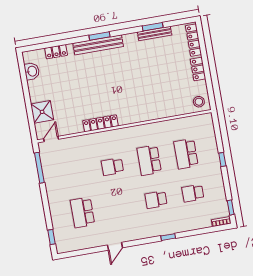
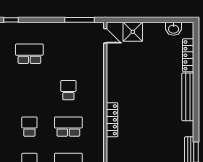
window: (100, 36) -> (196, 100), removed
locker: (56, 52) -> (188, 55), width x1.53
locker: (100, 123) -> (112, 120), moved

